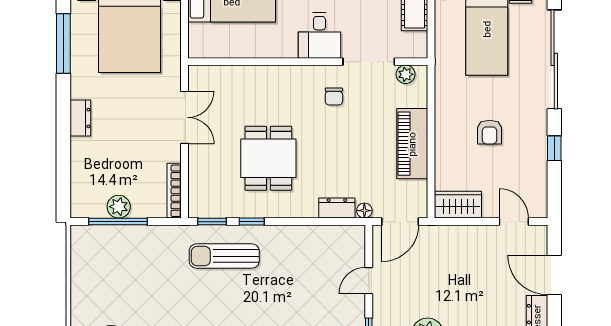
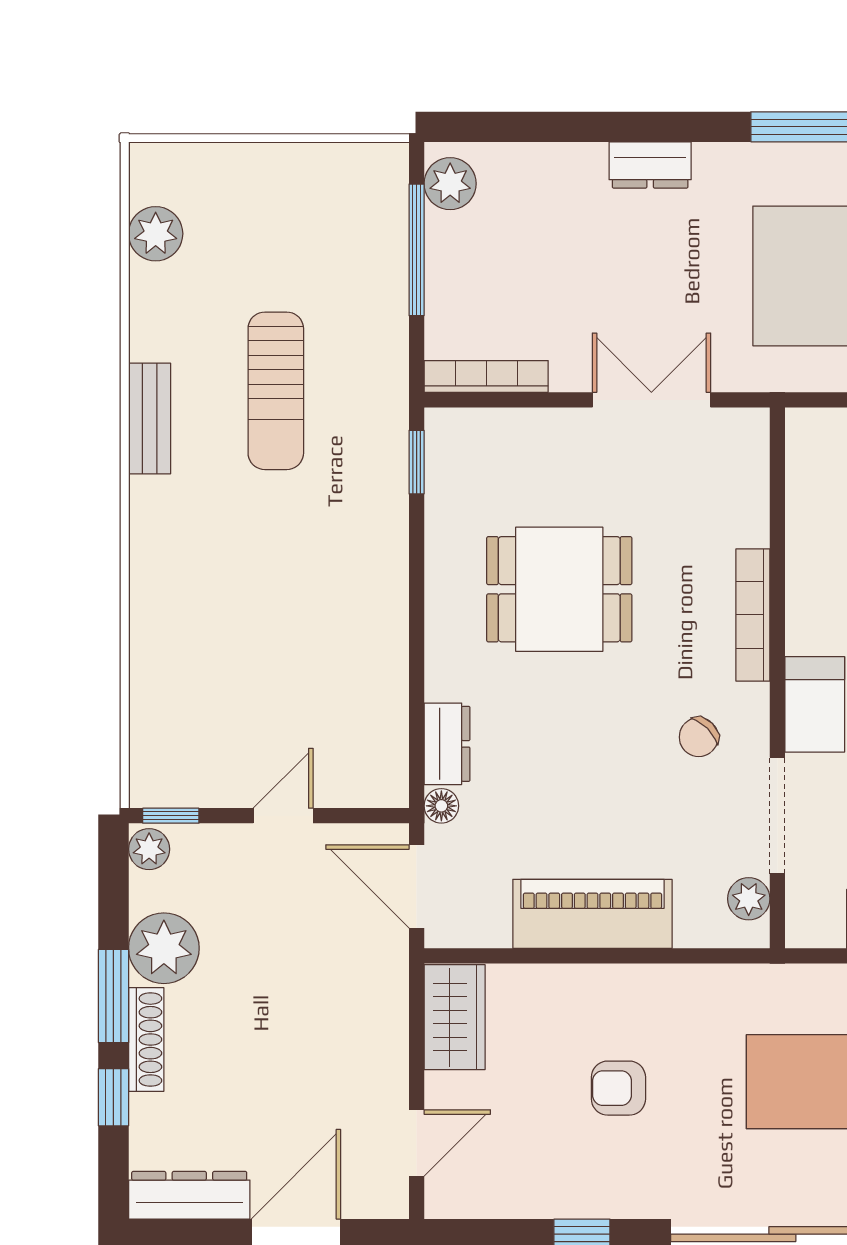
bookcase: (280, 72) -> (753, 615), added
chair: (334, 96) -> (699, 737), turned -45
double door: (184, 117) -> (651, 400), swing flipped
plant: (119, 207) -> (450, 184), moved
window: (252, 222) -> (417, 552), removed
sun lounger: (224, 256) -> (276, 391), moved, turned 180
door: (369, 281) -> (283, 816), hinge flipped

